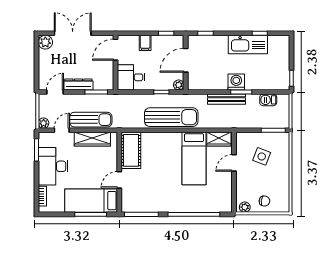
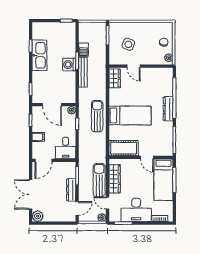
door: (115, 50) -> (44, 160), hinge flipped
door: (55, 92) -> (77, 208), swing flipped
barbecue: (268, 100) -> (83, 50), moved
sun lounger: (171, 117) -> (97, 116), width x0.73, depth x0.75
bed: (194, 158) -> (130, 115), moved
dresser: (181, 206) -> (168, 109), added

